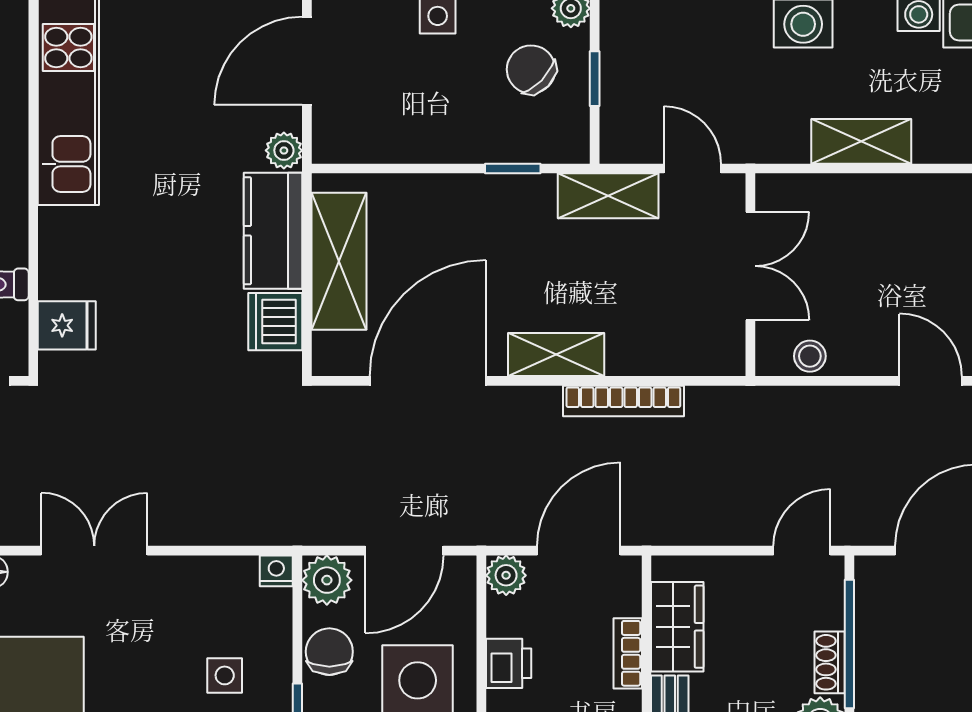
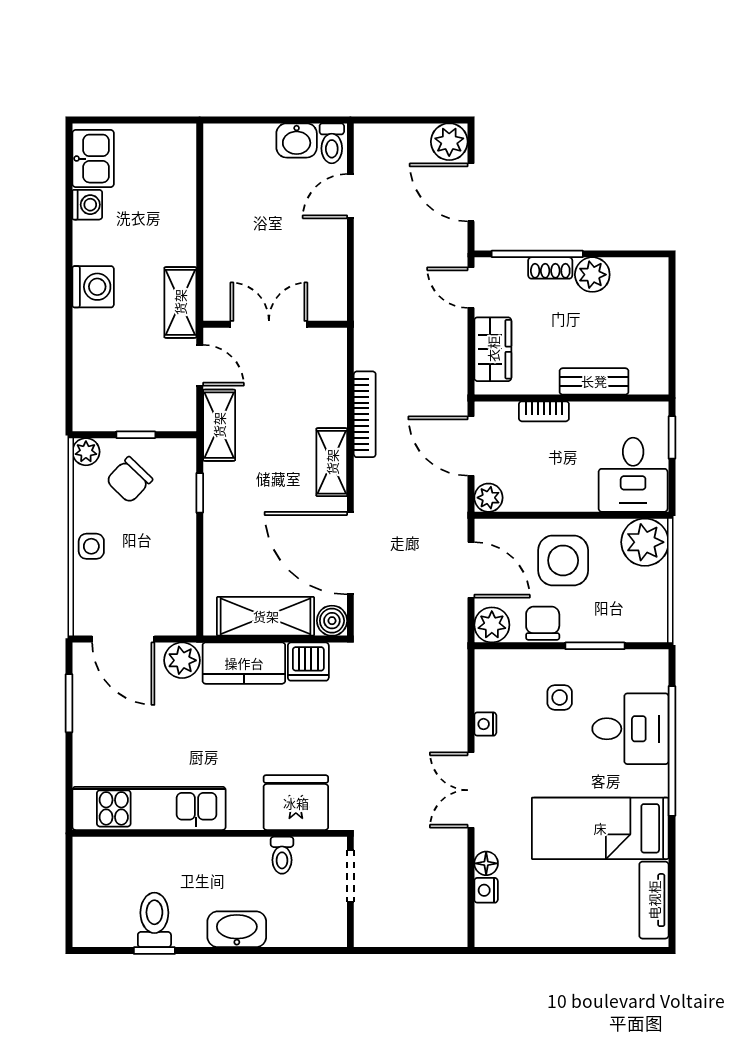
shelving: (861, 141) -> (180, 302), moved
plant: (284, 150) -> (182, 660), width x1.38, depth x1.38
door: (692, 169) -> (200, 365), swing flipped
fridge: (67, 325) -> (296, 803), width x1.88, depth x1.34
boiler: (333, 355) -> (332, 621), added
stool: (810, 356) -> (333, 282), removed
nightstand: (276, 571) -> (485, 724), moved
wardrobe: (677, 627) -> (493, 349), moved, turned 90
chair: (329, 652) -> (543, 623), turned 90
printer: (509, 663) -> (551, 496), removed

